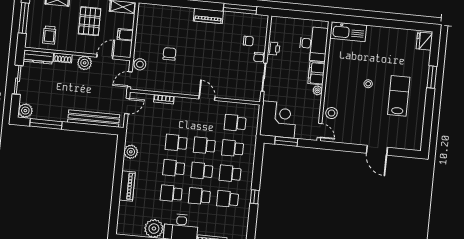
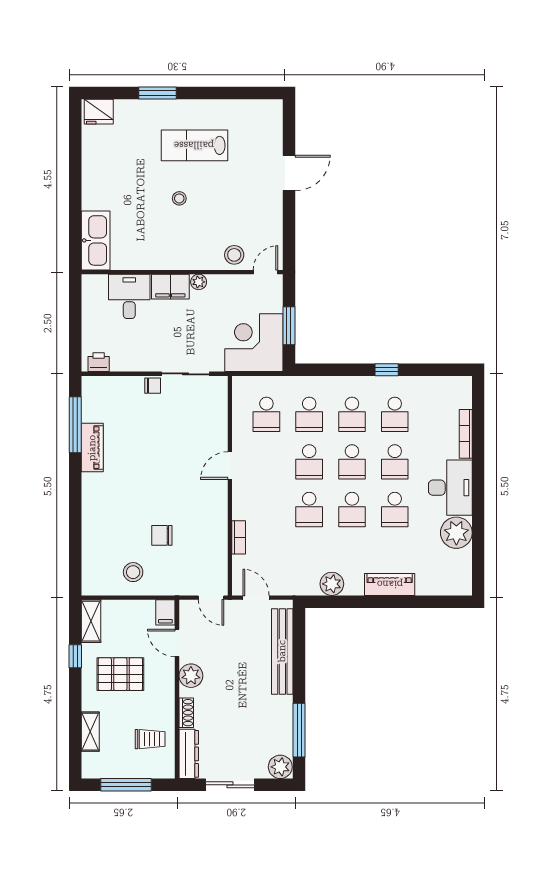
piano: (208, 16) -> (92, 448), moved
filing cabinet: (125, 35) -> (165, 612), moved
chair: (248, 41) -> (127, 406), removed
desk: (313, 44) -> (129, 296), width x0.73
printer: (274, 49) -> (99, 362), moved
stool: (140, 64) -> (133, 572), moved

